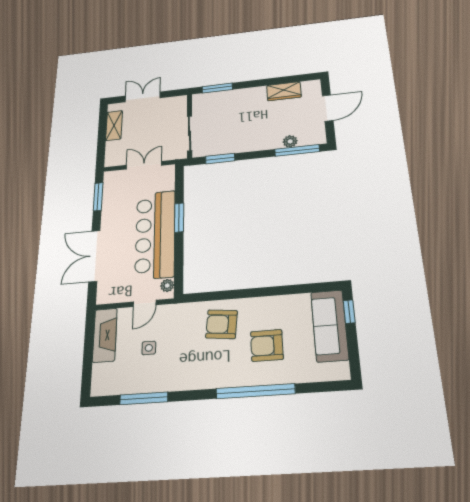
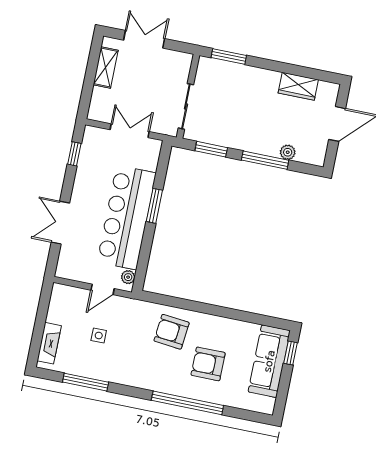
window: (297, 150) -> (265, 160), moved
window: (98, 197) -> (74, 154), width x0.67
double door: (94, 256) -> (60, 223), width x0.73
fireplace: (105, 335) -> (49, 343), moved, width x0.73, depth x0.76

